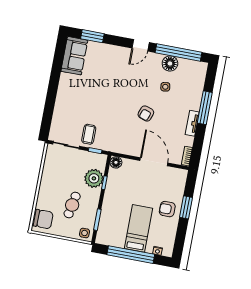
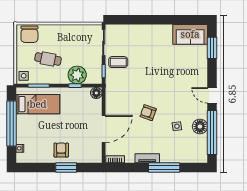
bed: (138, 228) -> (38, 104), moved

